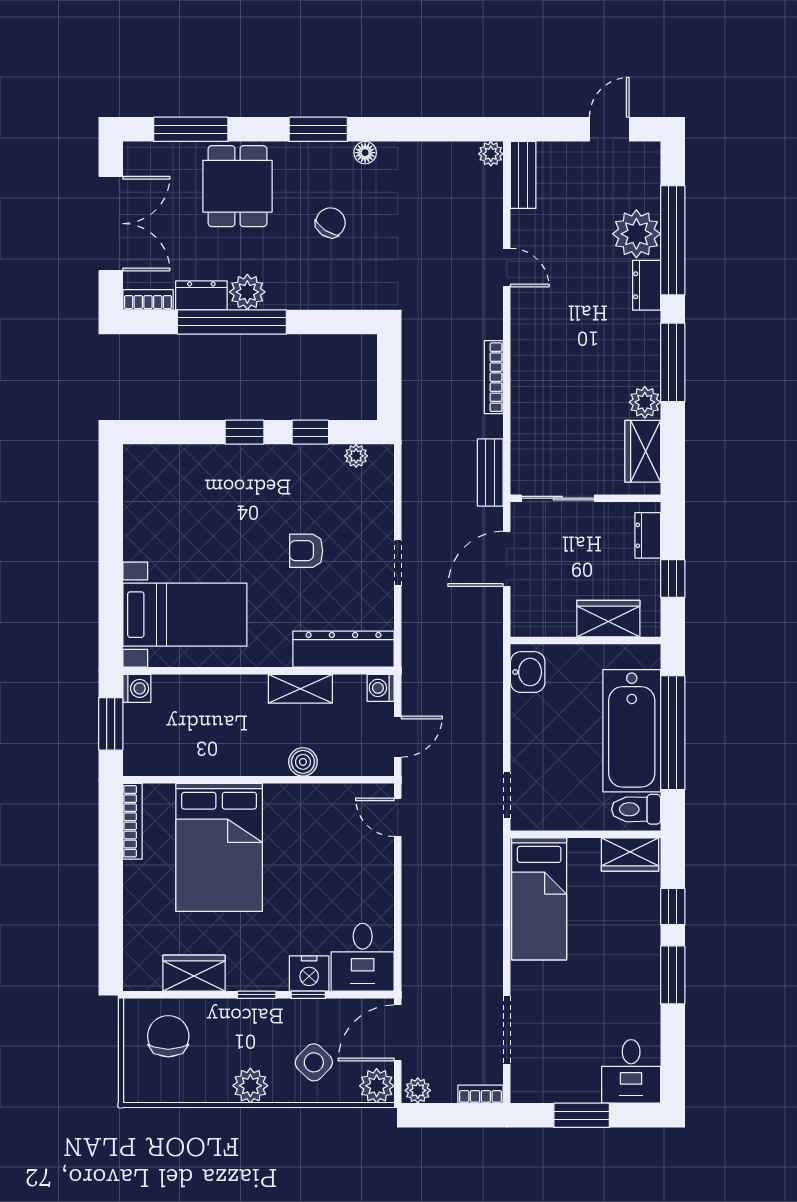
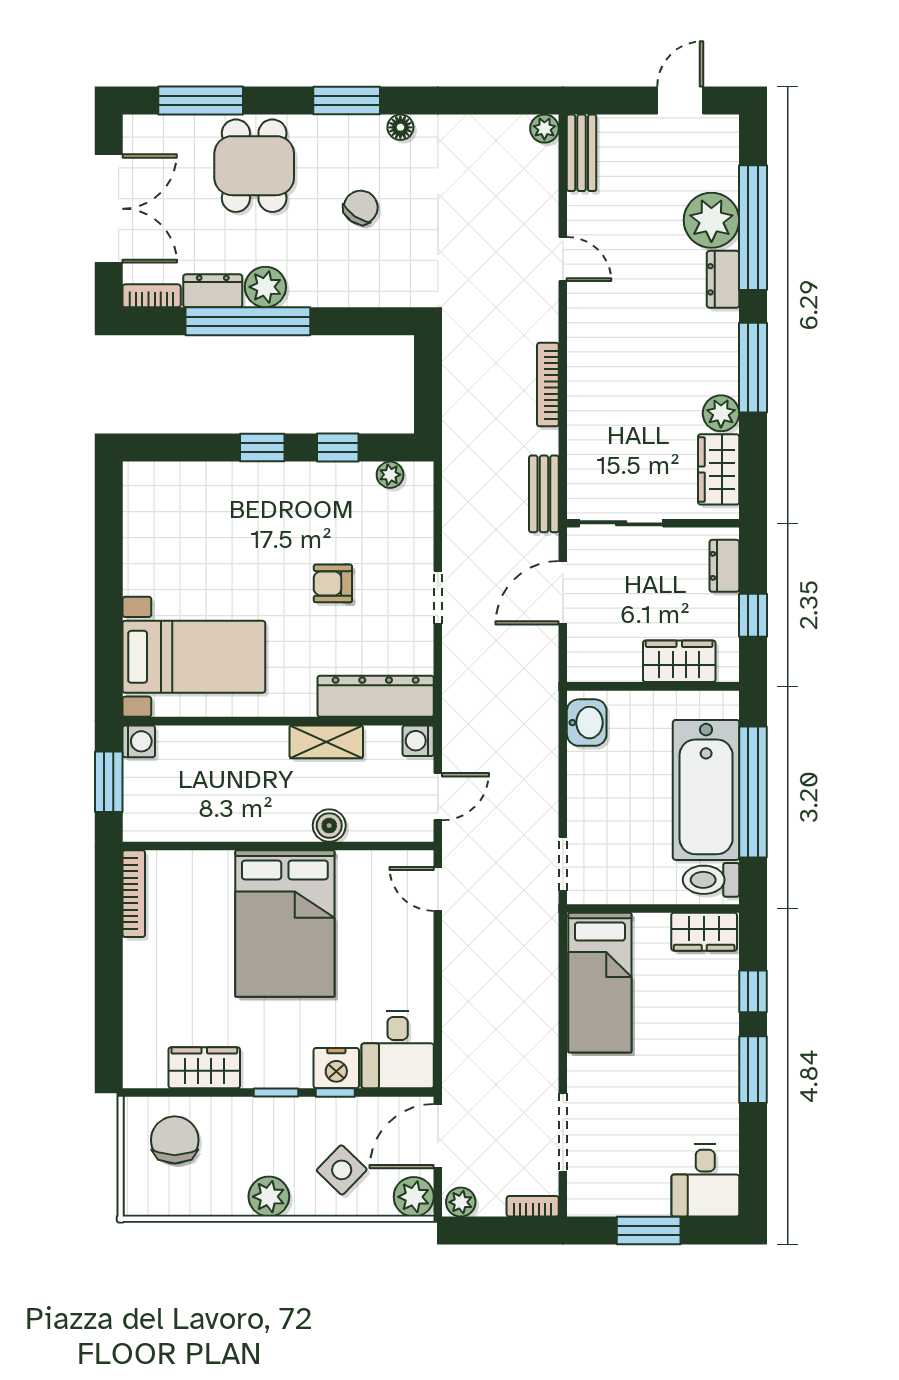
bed: (219, 847) -> (285, 924), moved

